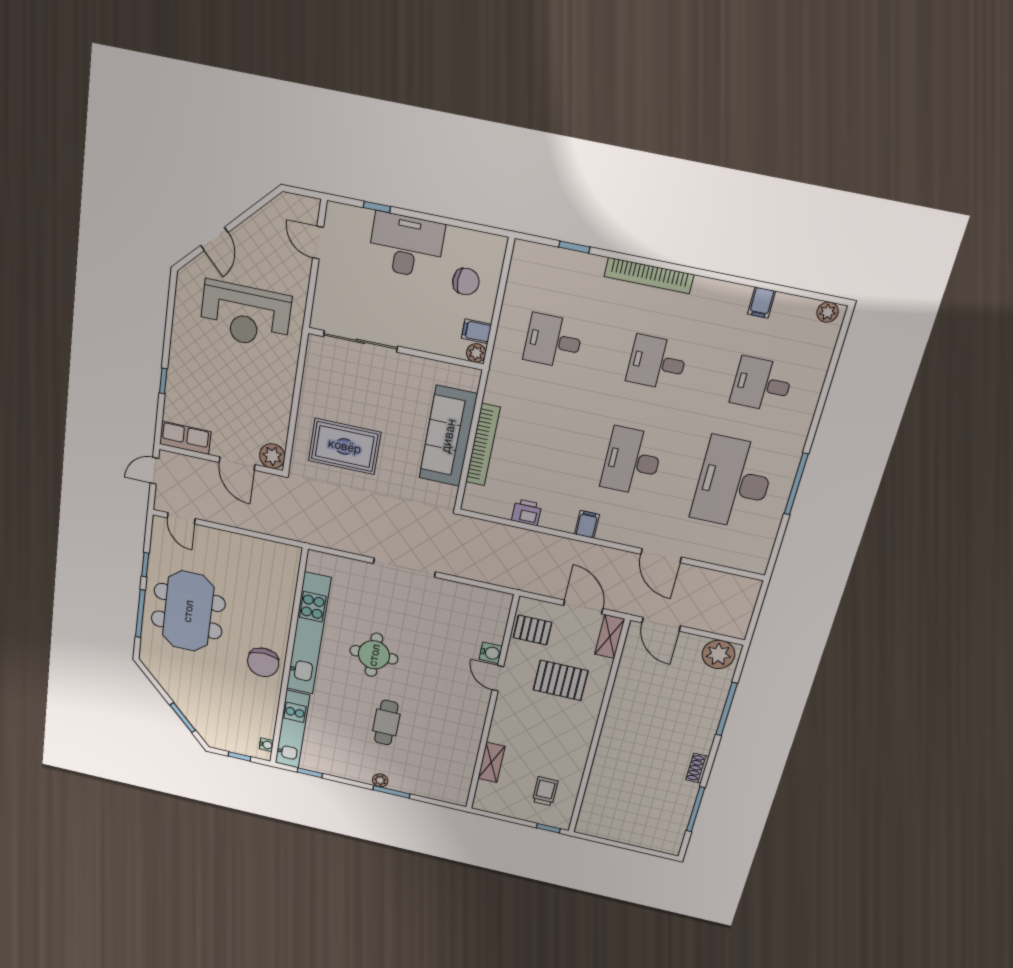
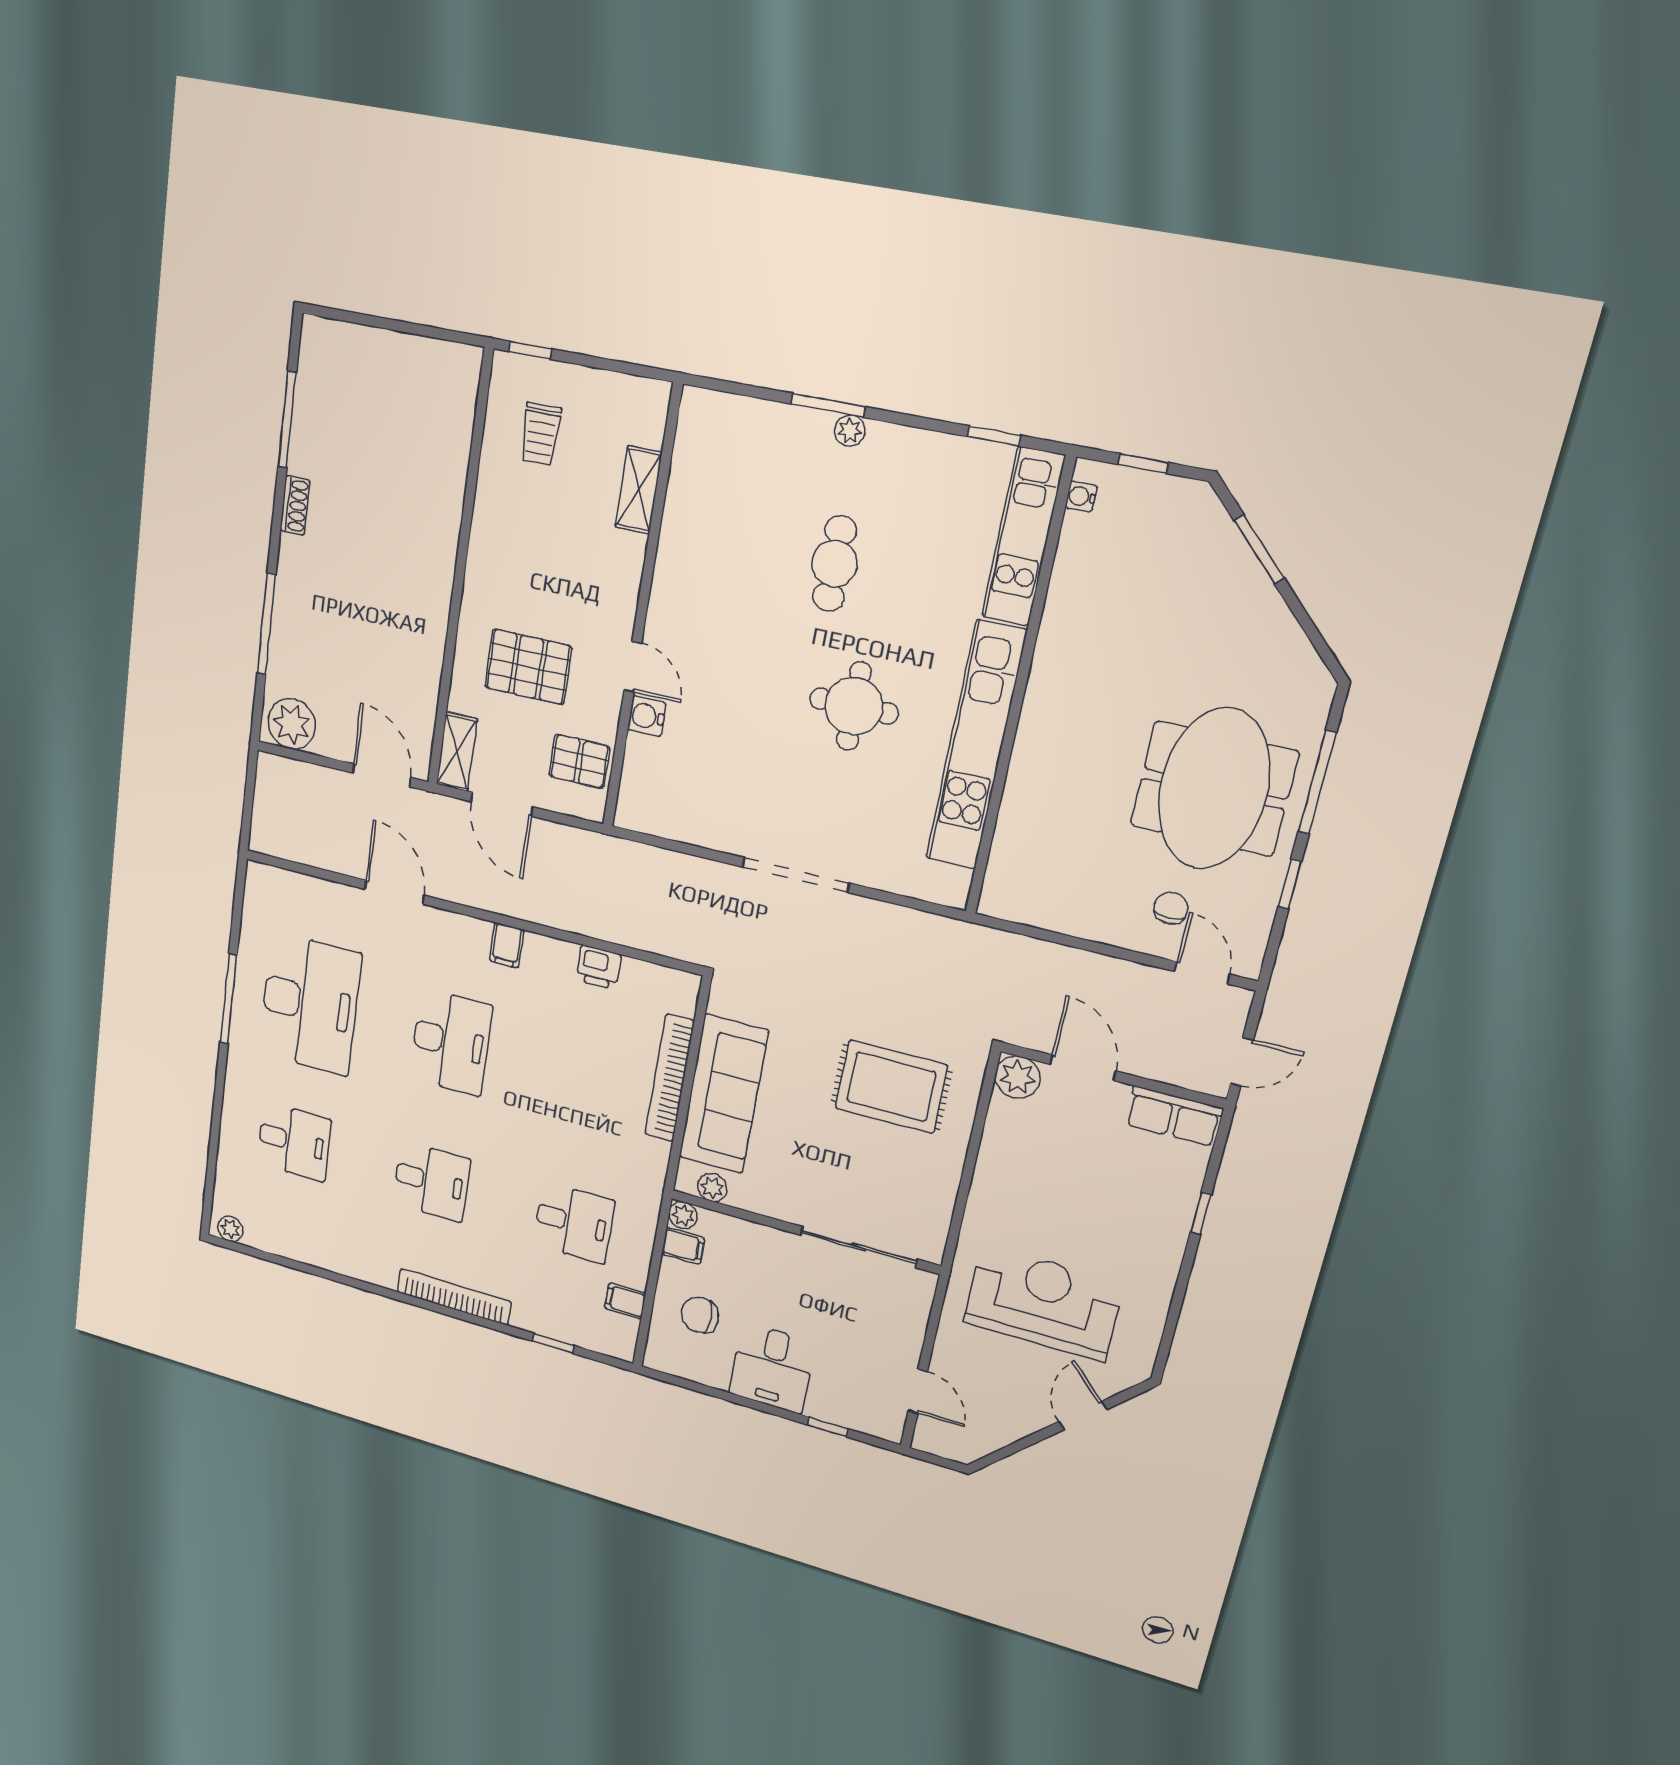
desk: (406, 246) -> (772, 1368), width x0.73
filing cabinet: (762, 303) -> (625, 1301), moved, turned -90
plant: (456, 374) -> (712, 1187), added
chair: (263, 662) -> (1171, 908), moved, width x0.54, depth x0.54

